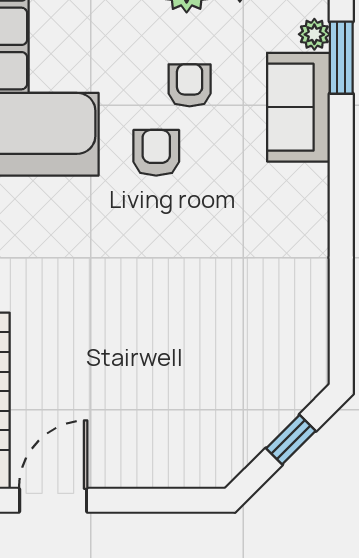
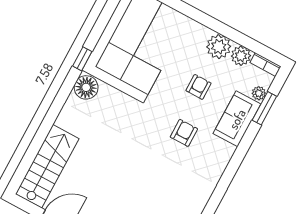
armchair: (156, 153) -> (184, 133), moved

